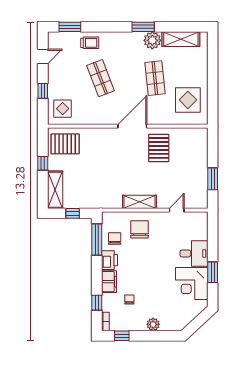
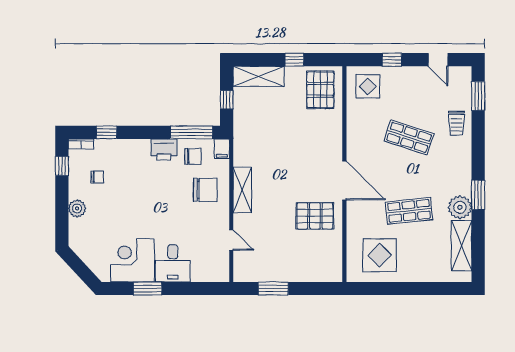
shop shelf: (100, 78) -> (409, 137), turned 39
filing cabinet: (109, 282) -> (222, 149), moved, width x0.50
chair: (129, 300) -> (97, 177), moved

